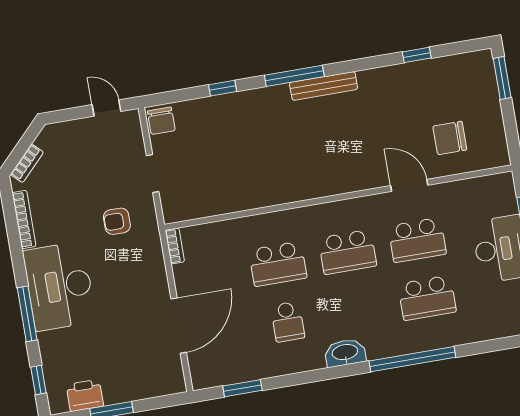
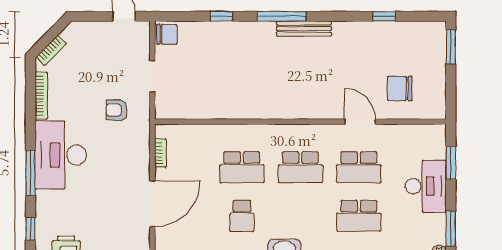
chair: (161, 121) -> (167, 34), turned -90
bookcase: (175, 246) -> (160, 153), moved

